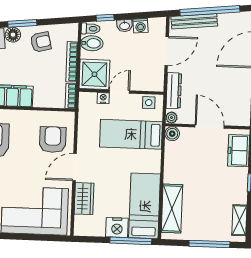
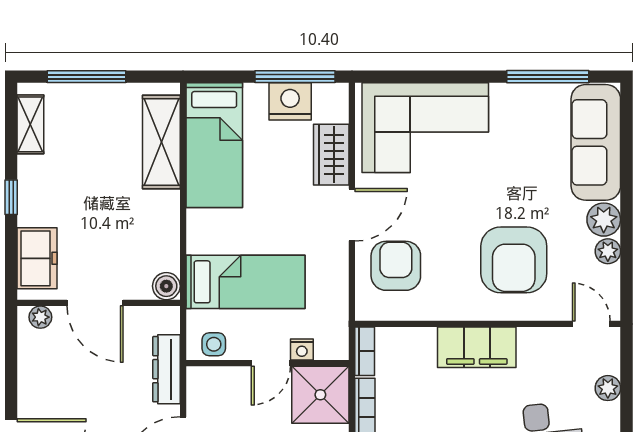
plant: (172, 118) -> (40, 317), moved
armchair: (53, 140) -> (396, 266), turned 180
nightstand: (117, 227) -> (290, 101), moved
window: (131, 241) -> (295, 77), moved

